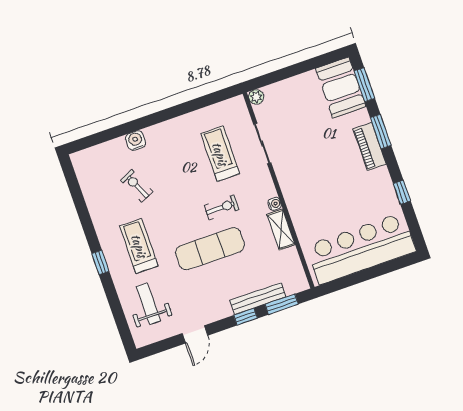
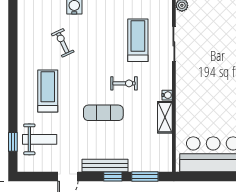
exercise mat: (210, 249) -> (103, 113), width x0.73, depth x0.69
window: (100, 262) -> (13, 142), moved
bench: (258, 299) -> (105, 166), moved
weight bench: (148, 304) -> (40, 139), turned 90

